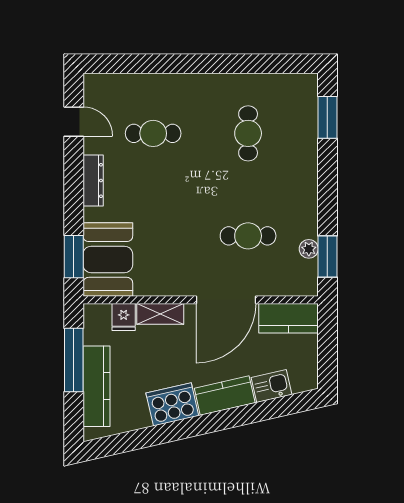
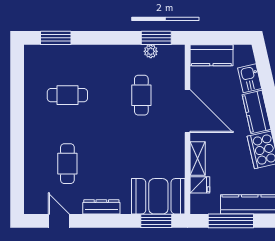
door: (74, 122) -> (59, 221), hinge flipped
kitchen counter: (288, 318) -> (211, 55), moved, turned 90

